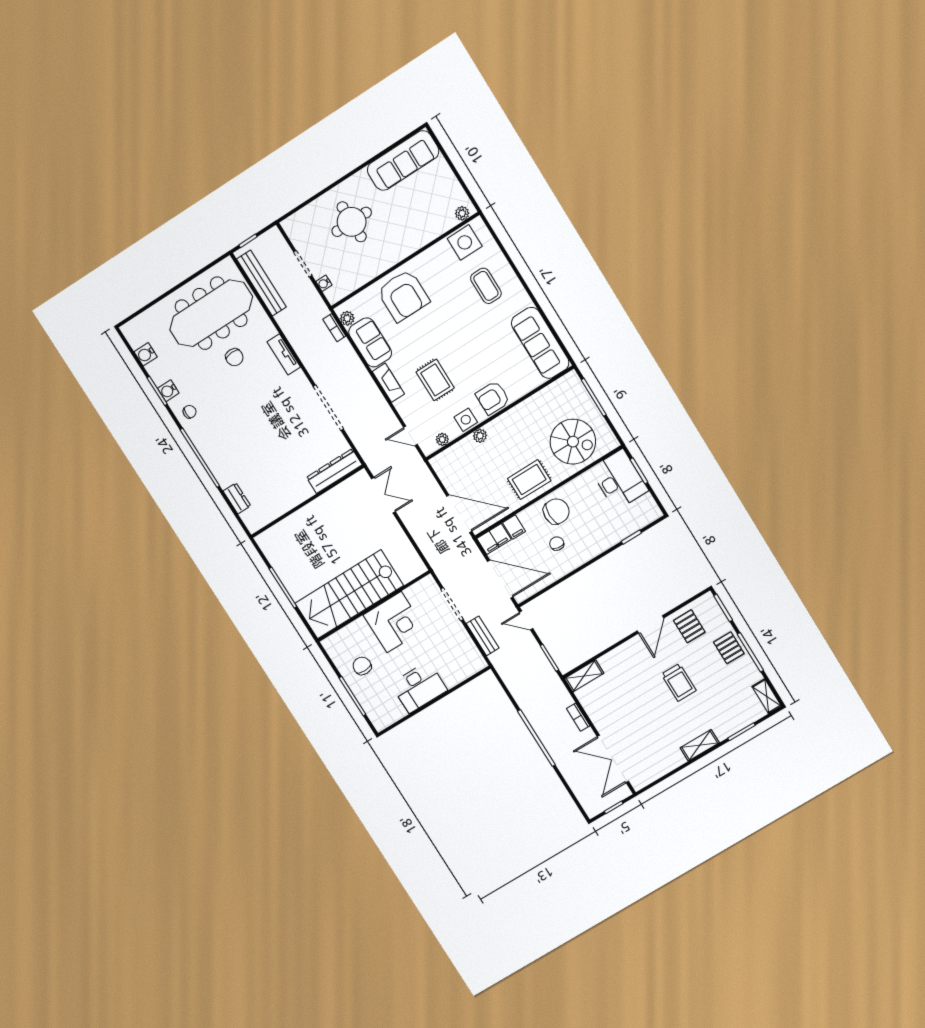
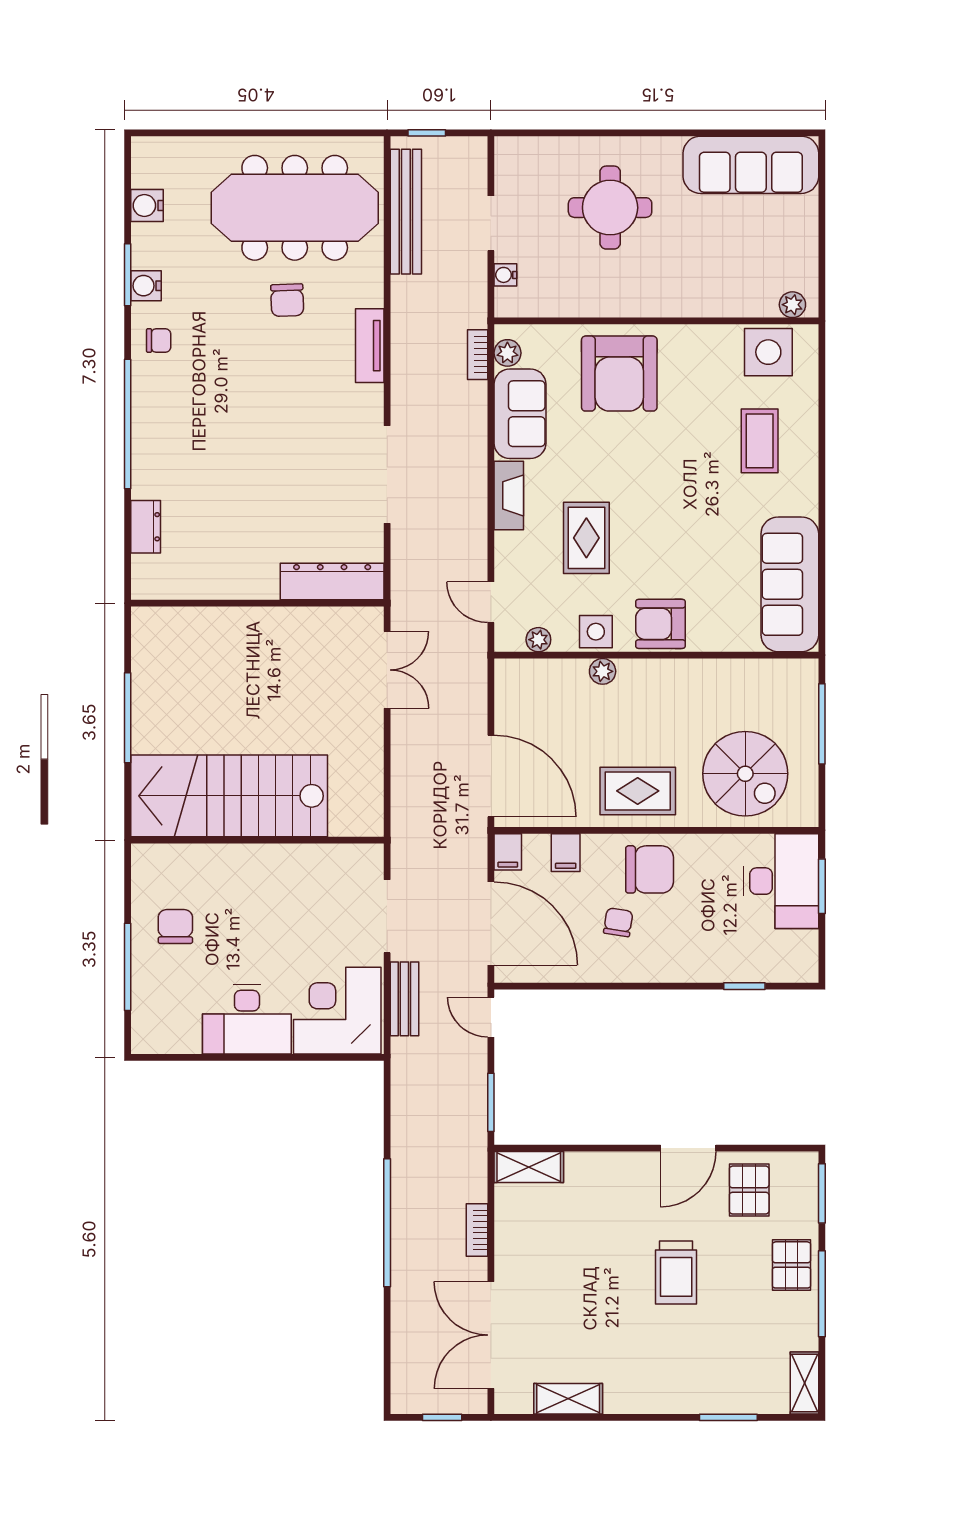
filing cabinet: (494, 539) -> (508, 852), width x0.50
corner desk: (394, 622) -> (337, 1011), moved, turned 180
shelving: (700, 745) -> (568, 1399), moved

